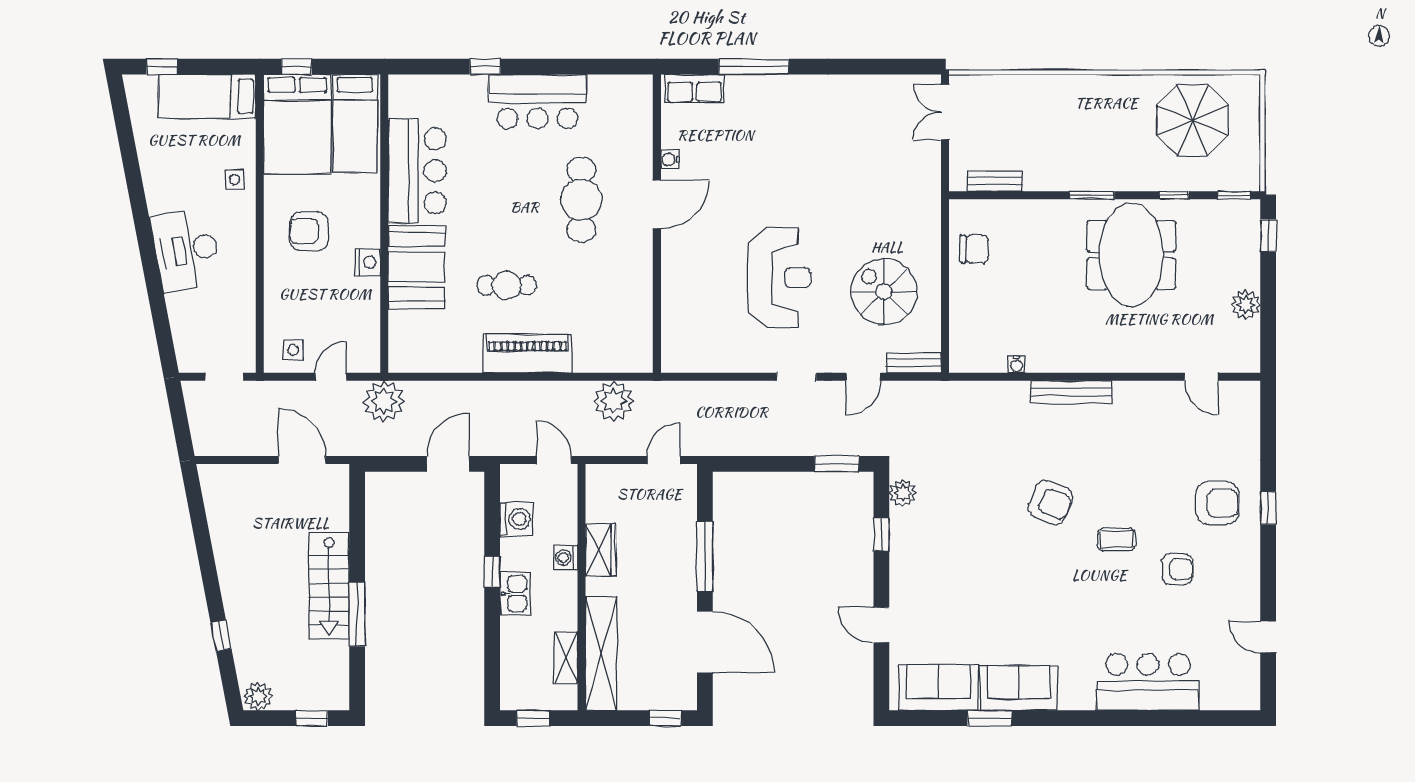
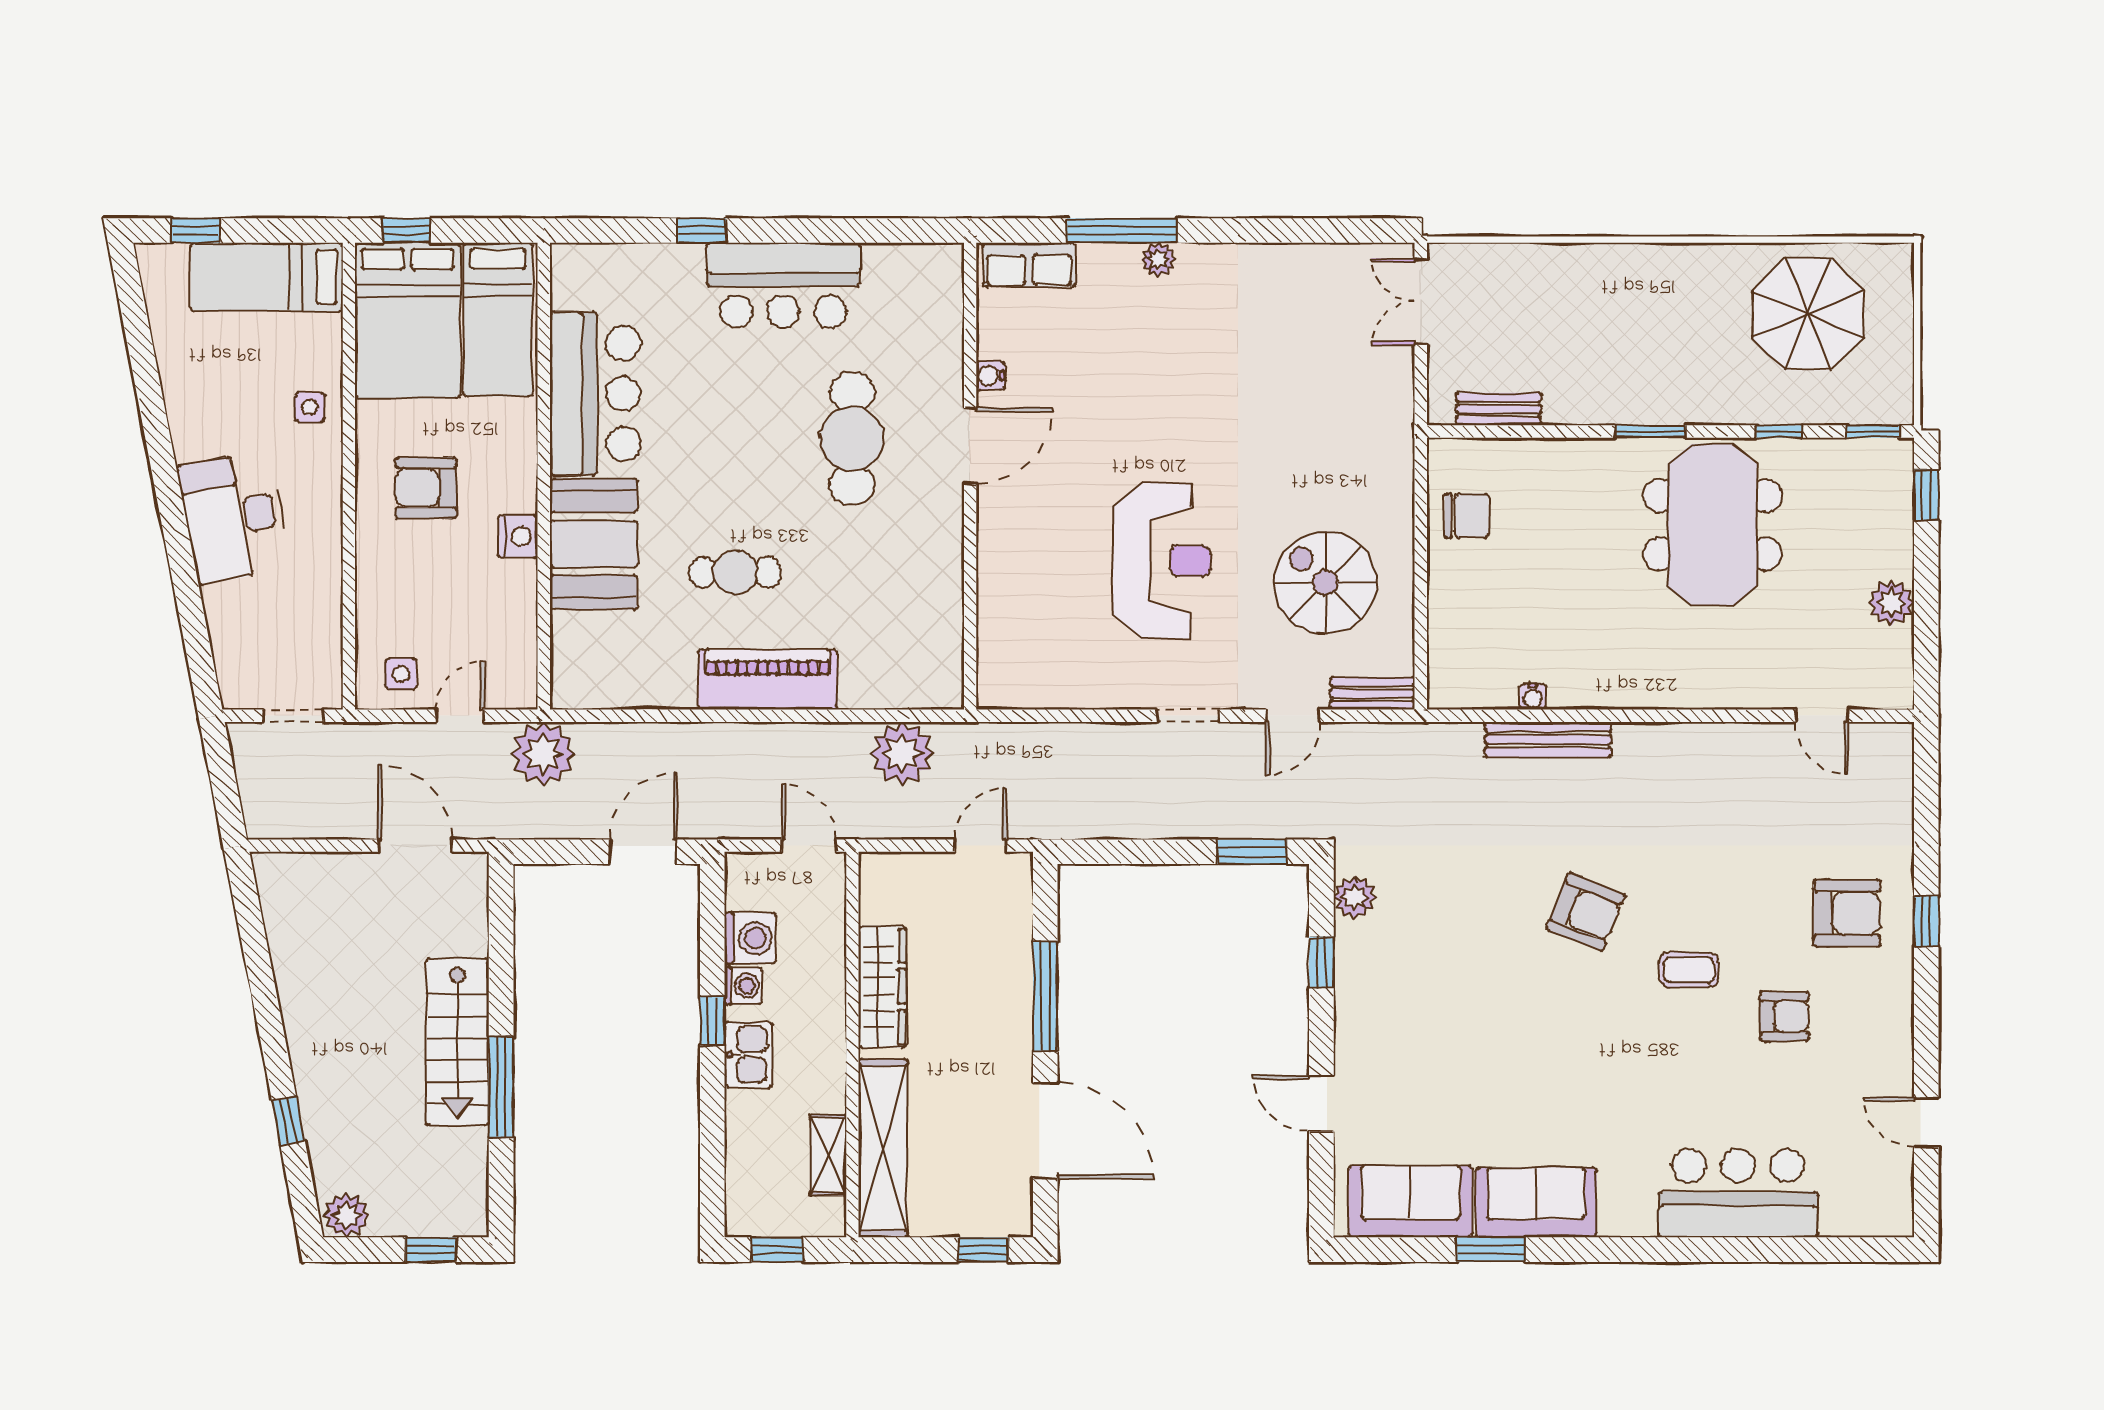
plant: (777, 85) -> (1158, 259), added
bench: (1071, 392) -> (1548, 739), moved
wardrobe: (601, 550) -> (882, 987), width x1.50
washing machine: (566, 558) -> (743, 986), moved, turned 180

